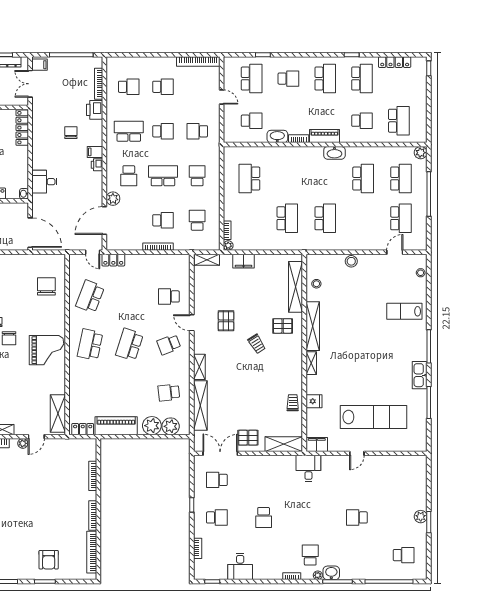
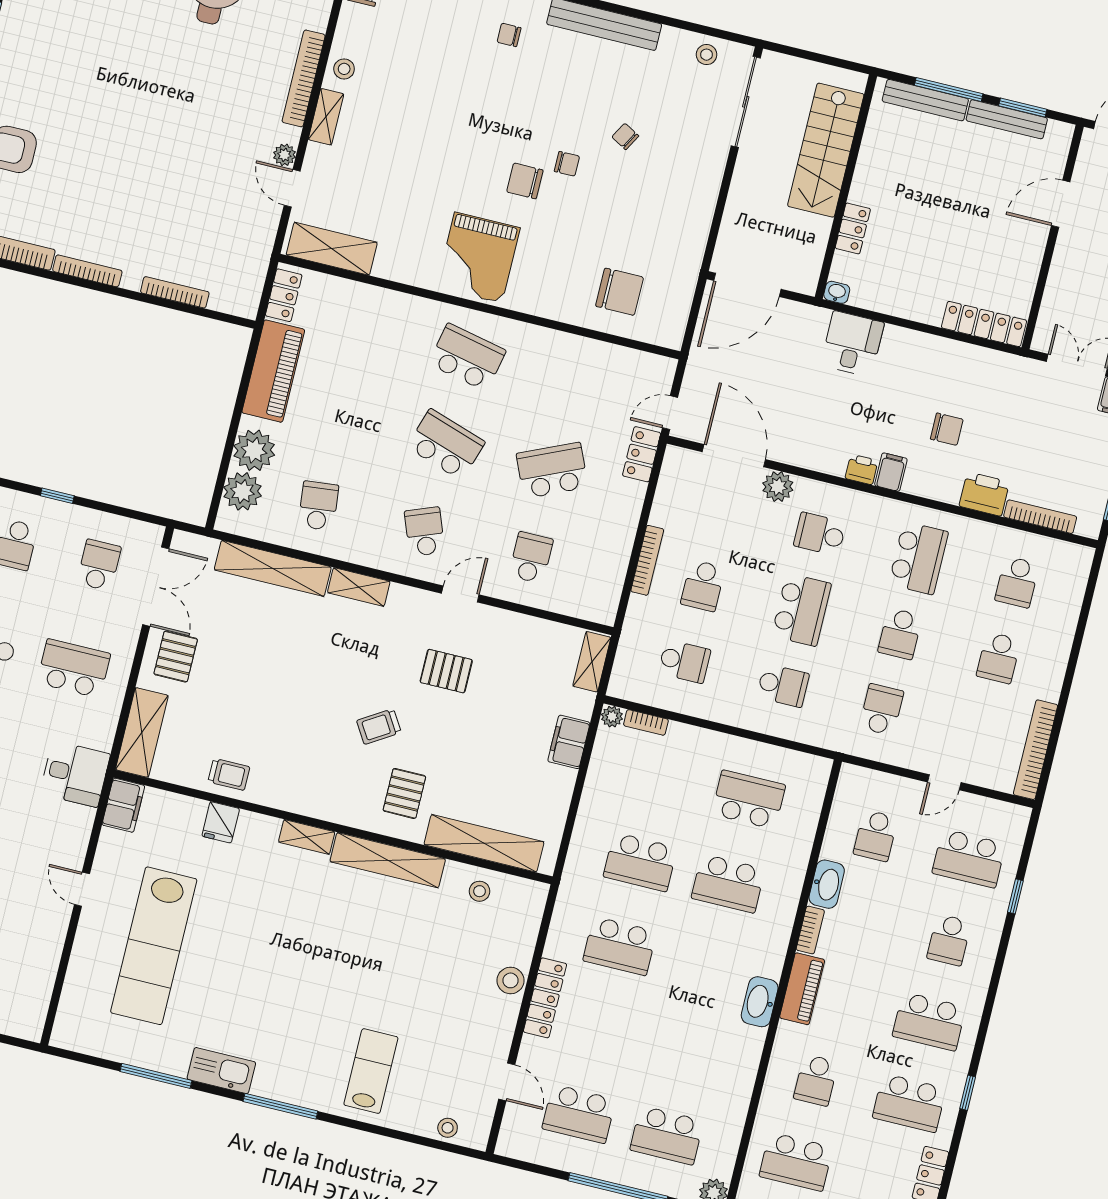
school desk: (363, 179) -> (728, 884), moved
locker: (355, 245) -> (545, 998), added
school desk: (90, 296) -> (552, 470), moved, turned -45
school desk: (264, 480) -> (74, 668), added

